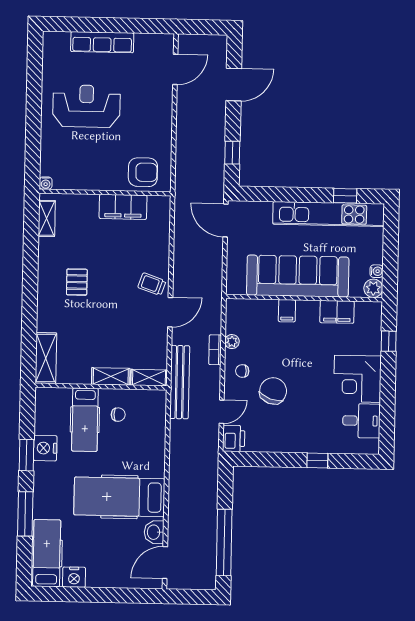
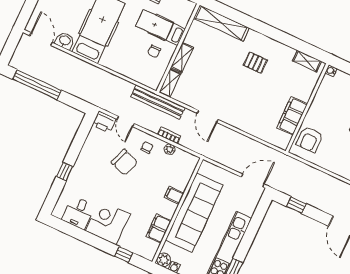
trolley: (152, 284) -> (232, 112), removed
shelving: (46, 358) -> (221, 23), width x1.47

